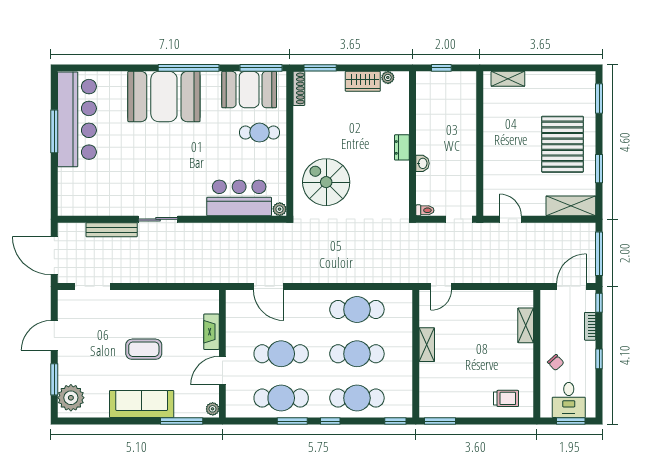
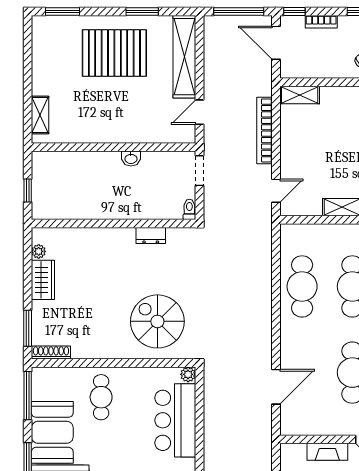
booth: (249, 90) -> (52, 432), moved
dresser: (402, 147) -> (151, 236), moved
washbasin: (422, 163) -> (131, 158), moved, turned 180
spiral stairs: (326, 182) -> (157, 321), turned 90
shelving: (571, 206) -> (184, 57), width x1.47
bookcase: (494, 276) -> (265, 130), added
door: (441, 286) -> (276, 191), hinge flipped
shelving: (526, 325) -> (300, 95), moved

